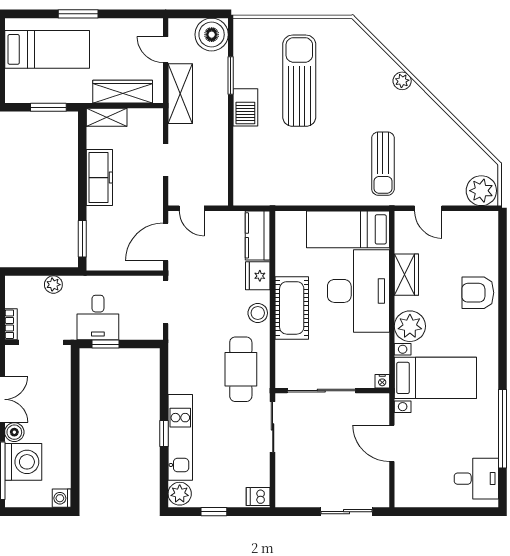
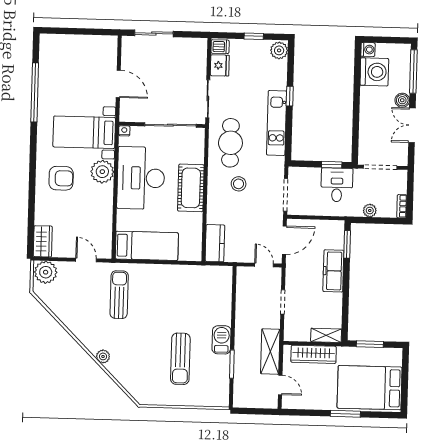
boiler: (212, 35) -> (245, 395), removed
bed: (47, 49) -> (370, 388), width x1.50
sun lounger: (299, 81) -> (180, 359), width x0.73, depth x0.75
freezer: (99, 178) -> (333, 271), moved
wardrobe: (406, 275) -> (43, 241), moved, turned 180
fridge: (258, 276) -> (220, 65), moved
desk: (358, 291) -> (141, 178), moved
armchair: (478, 293) -> (61, 178), moved
stool: (258, 313) -> (239, 184), moved
bookcase: (11, 324) -> (402, 206), moved
kitchen unit: (180, 437) -> (277, 123), moved
washing machine: (23, 462) -> (374, 72), moved, turned 180
desk: (476, 479) -> (55, 56), removed

